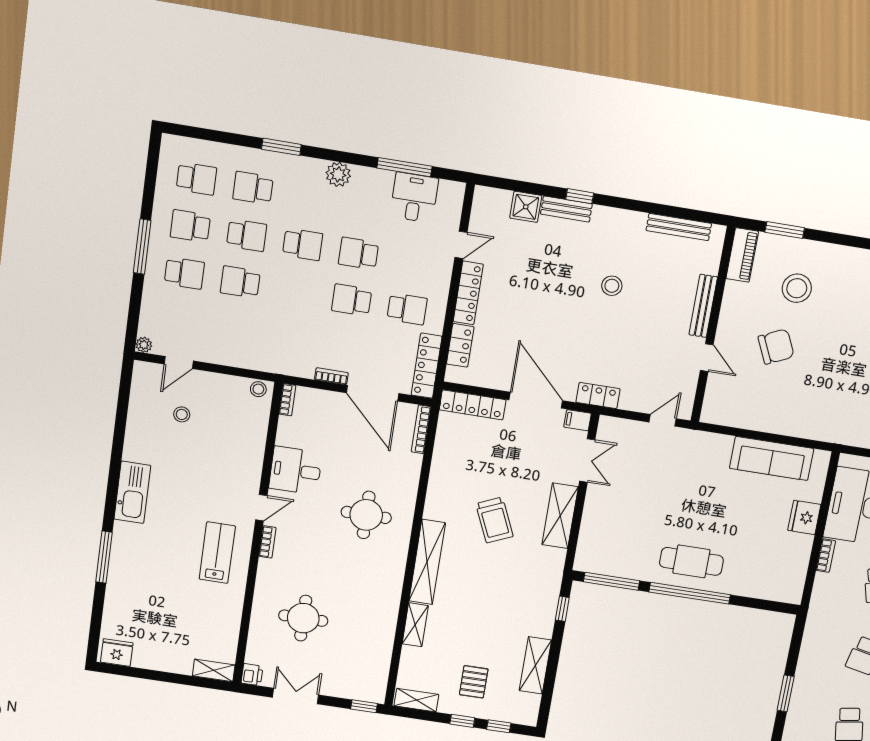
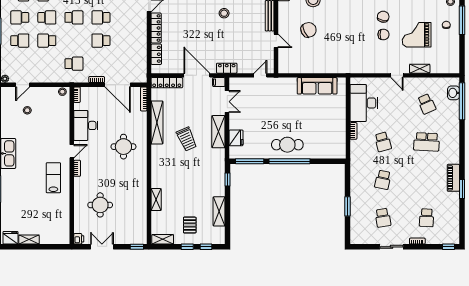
school desk: (407, 309) -> (74, 64), moved
locker: (427, 366) -> (142, 67), removed
desk: (295, 471) -> (86, 125), width x1.37
fridge: (804, 517) -> (236, 138), moved, turned 180
shelving: (427, 562) -> (157, 122), moved
shelving: (214, 670) -> (29, 240), moved

